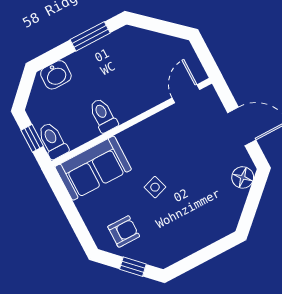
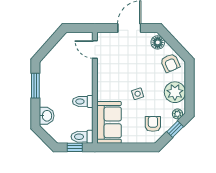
armchair: (223, 210) -> (170, 63), added
plant: (185, 239) -> (175, 92), added
plant: (156, 259) -> (178, 114), added

